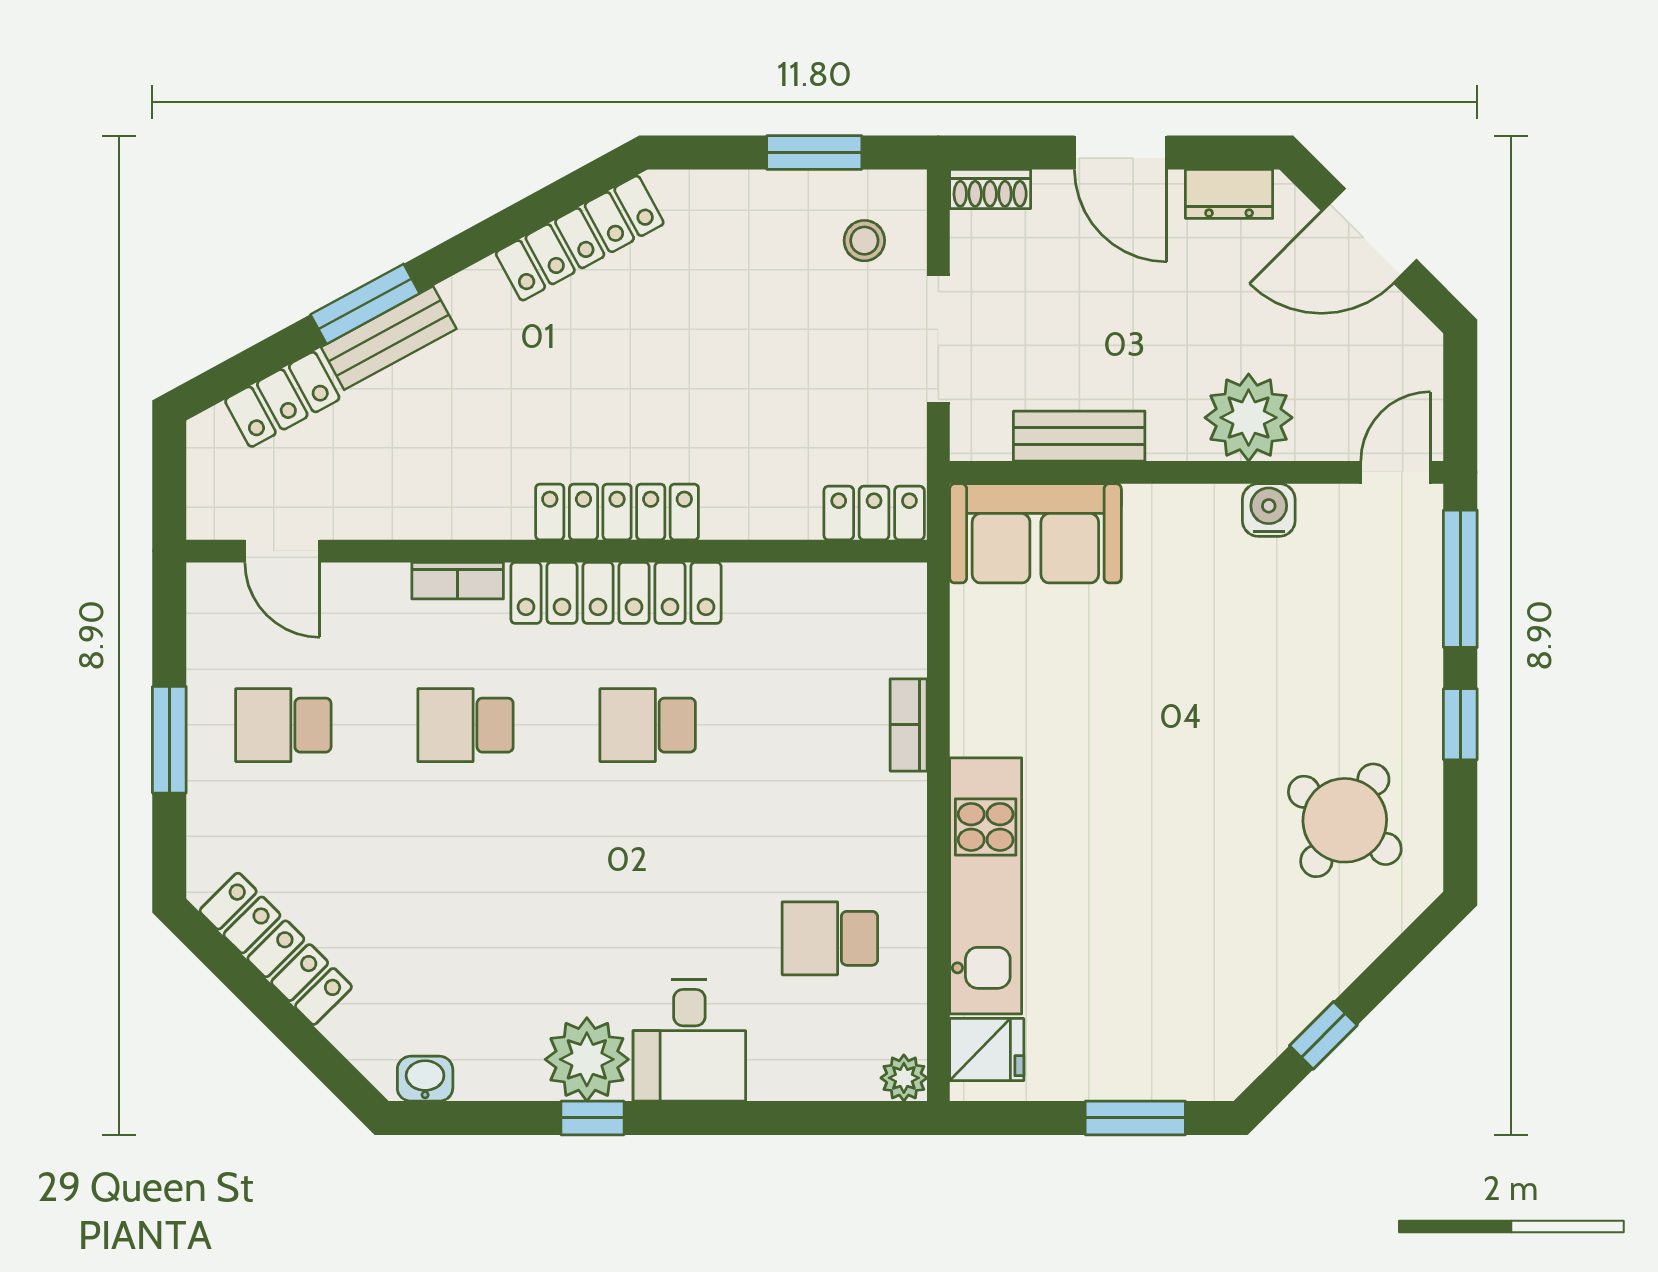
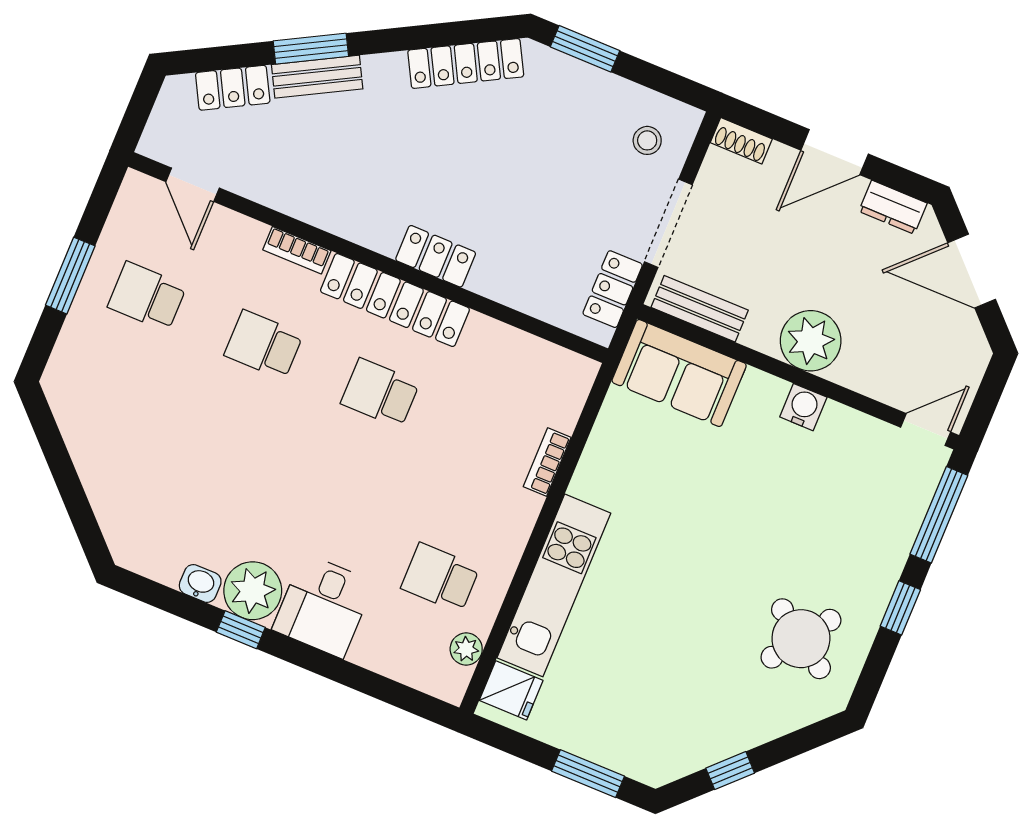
window: (814, 153) -> (585, 49), moved
door: (1121, 153) -> (835, 152), hinge flipped
plant: (1249, 418) -> (811, 341), moved
bench: (1079, 436) -> (700, 309), moved
water cooler: (1269, 510) -> (803, 407), moved
locker: (617, 512) -> (436, 256), width x0.66
locker: (874, 513) -> (613, 289), moved, turned -90
locker: (276, 949) -> (83, 438), removed
plant: (904, 1078) -> (466, 649), moved
washbasin: (425, 1079) -> (200, 583), moved

